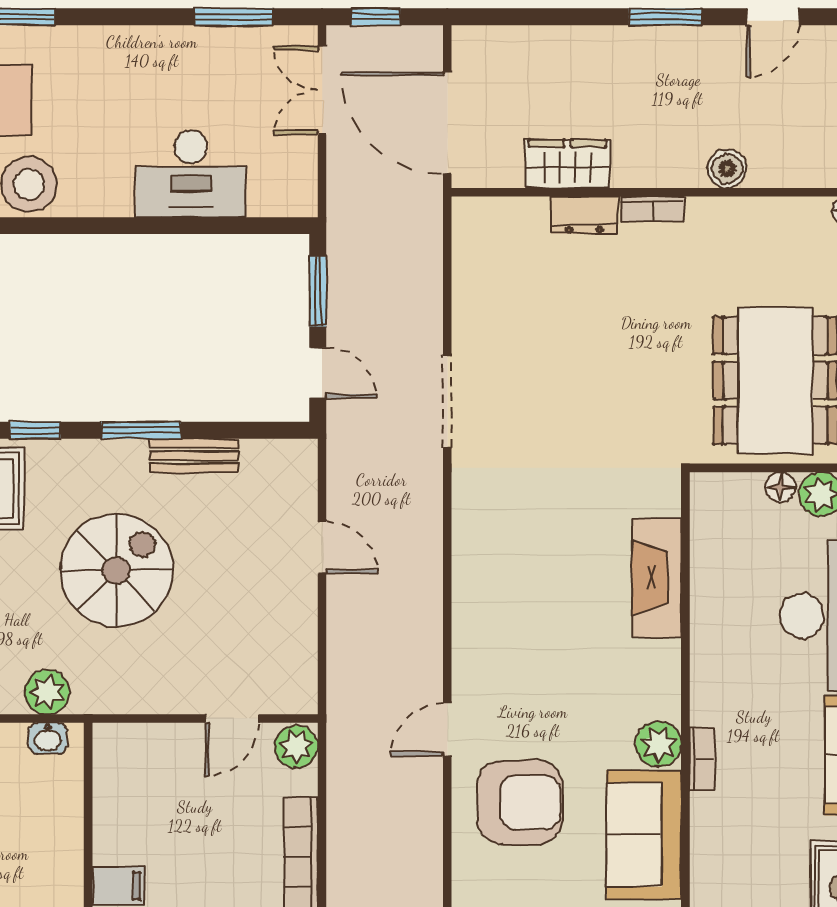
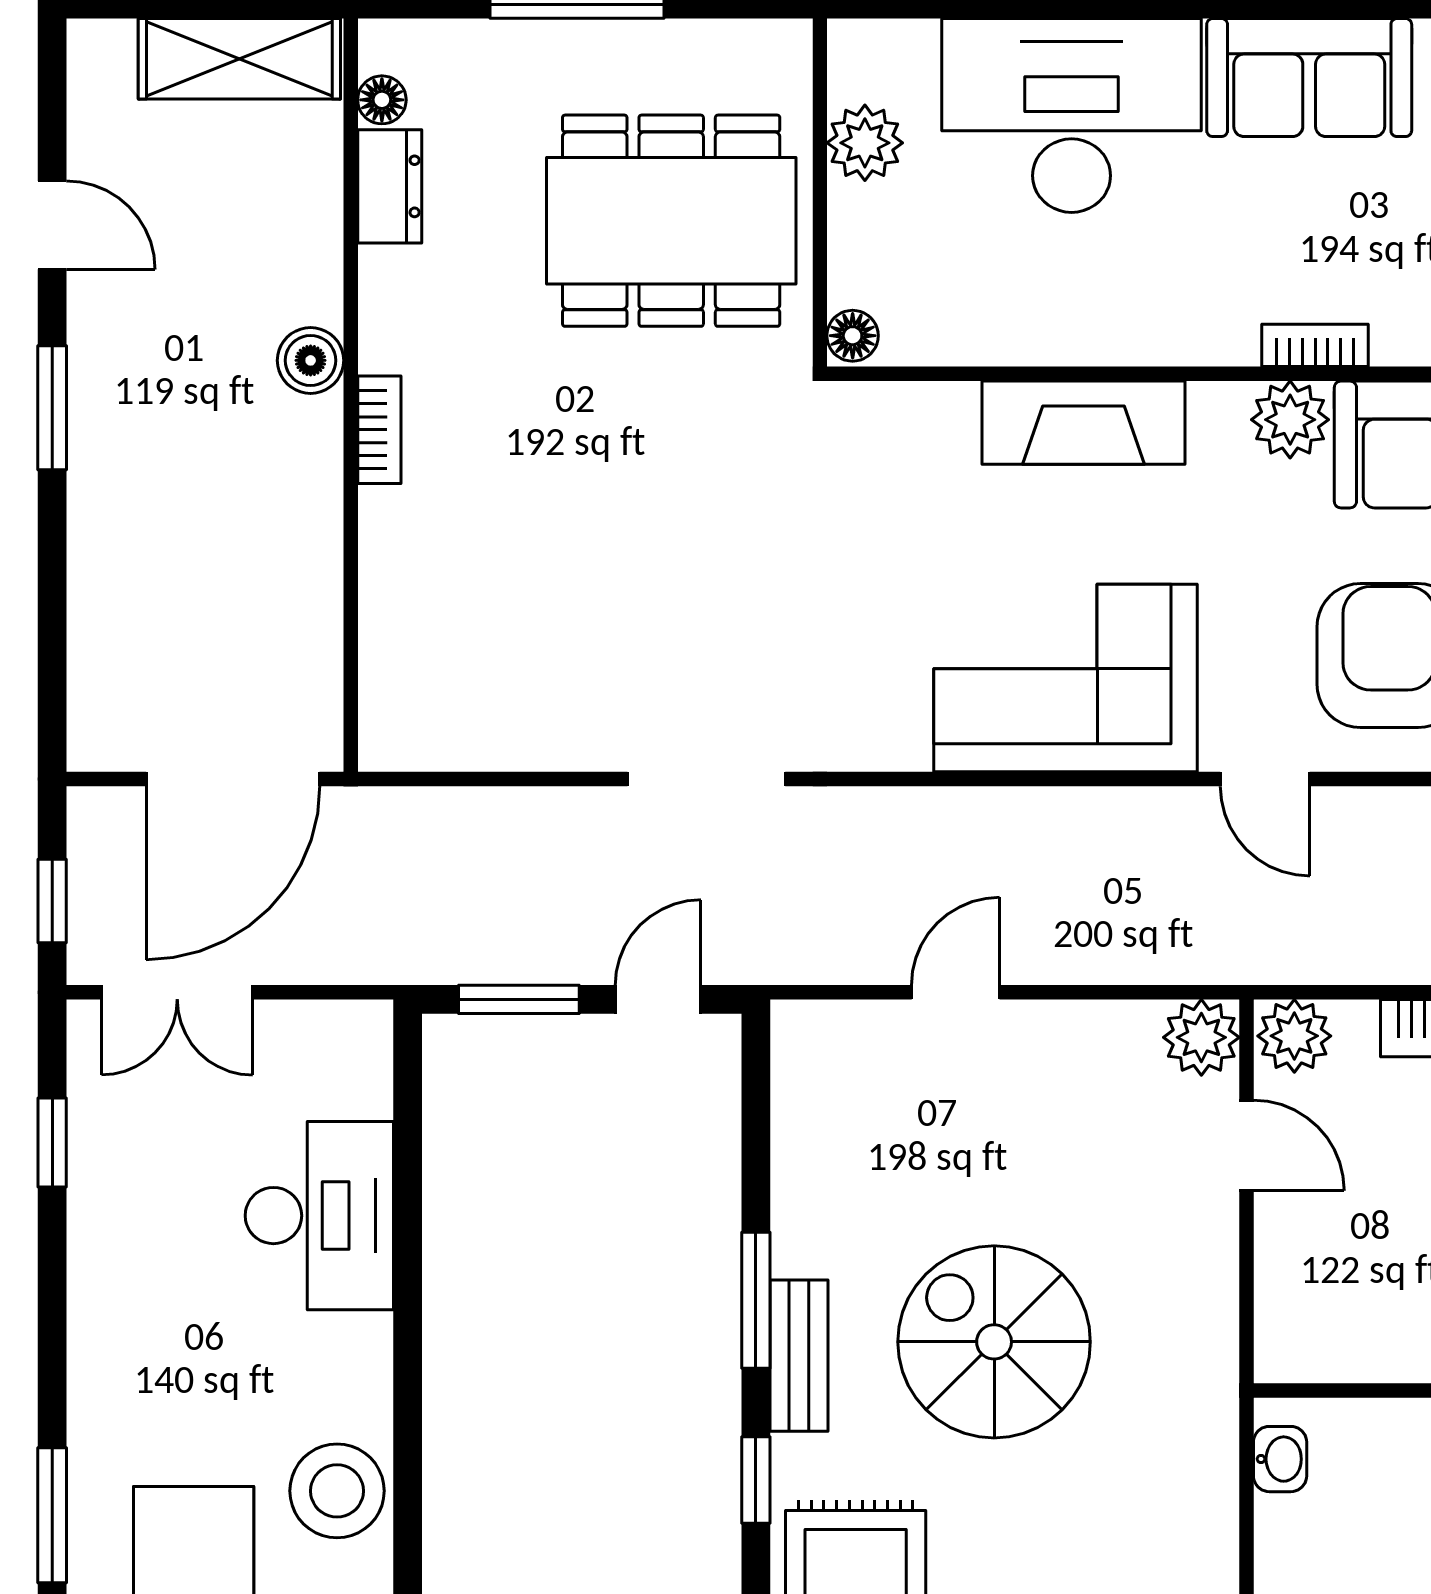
window: (234, 17) -> (52, 1143), width x0.67
wardrobe: (568, 164) -> (302, 574), removed
boiler: (727, 169) -> (311, 360), moved
dresser: (584, 215) -> (390, 186), moved
bench: (194, 456) -> (799, 1356), moved
floor lamp: (781, 487) -> (853, 336), moved
fireplace: (657, 578) -> (1084, 423), moved
corner sofa: (507, 612) -> (1065, 678), added
plant: (47, 692) -> (1201, 1037), moved

